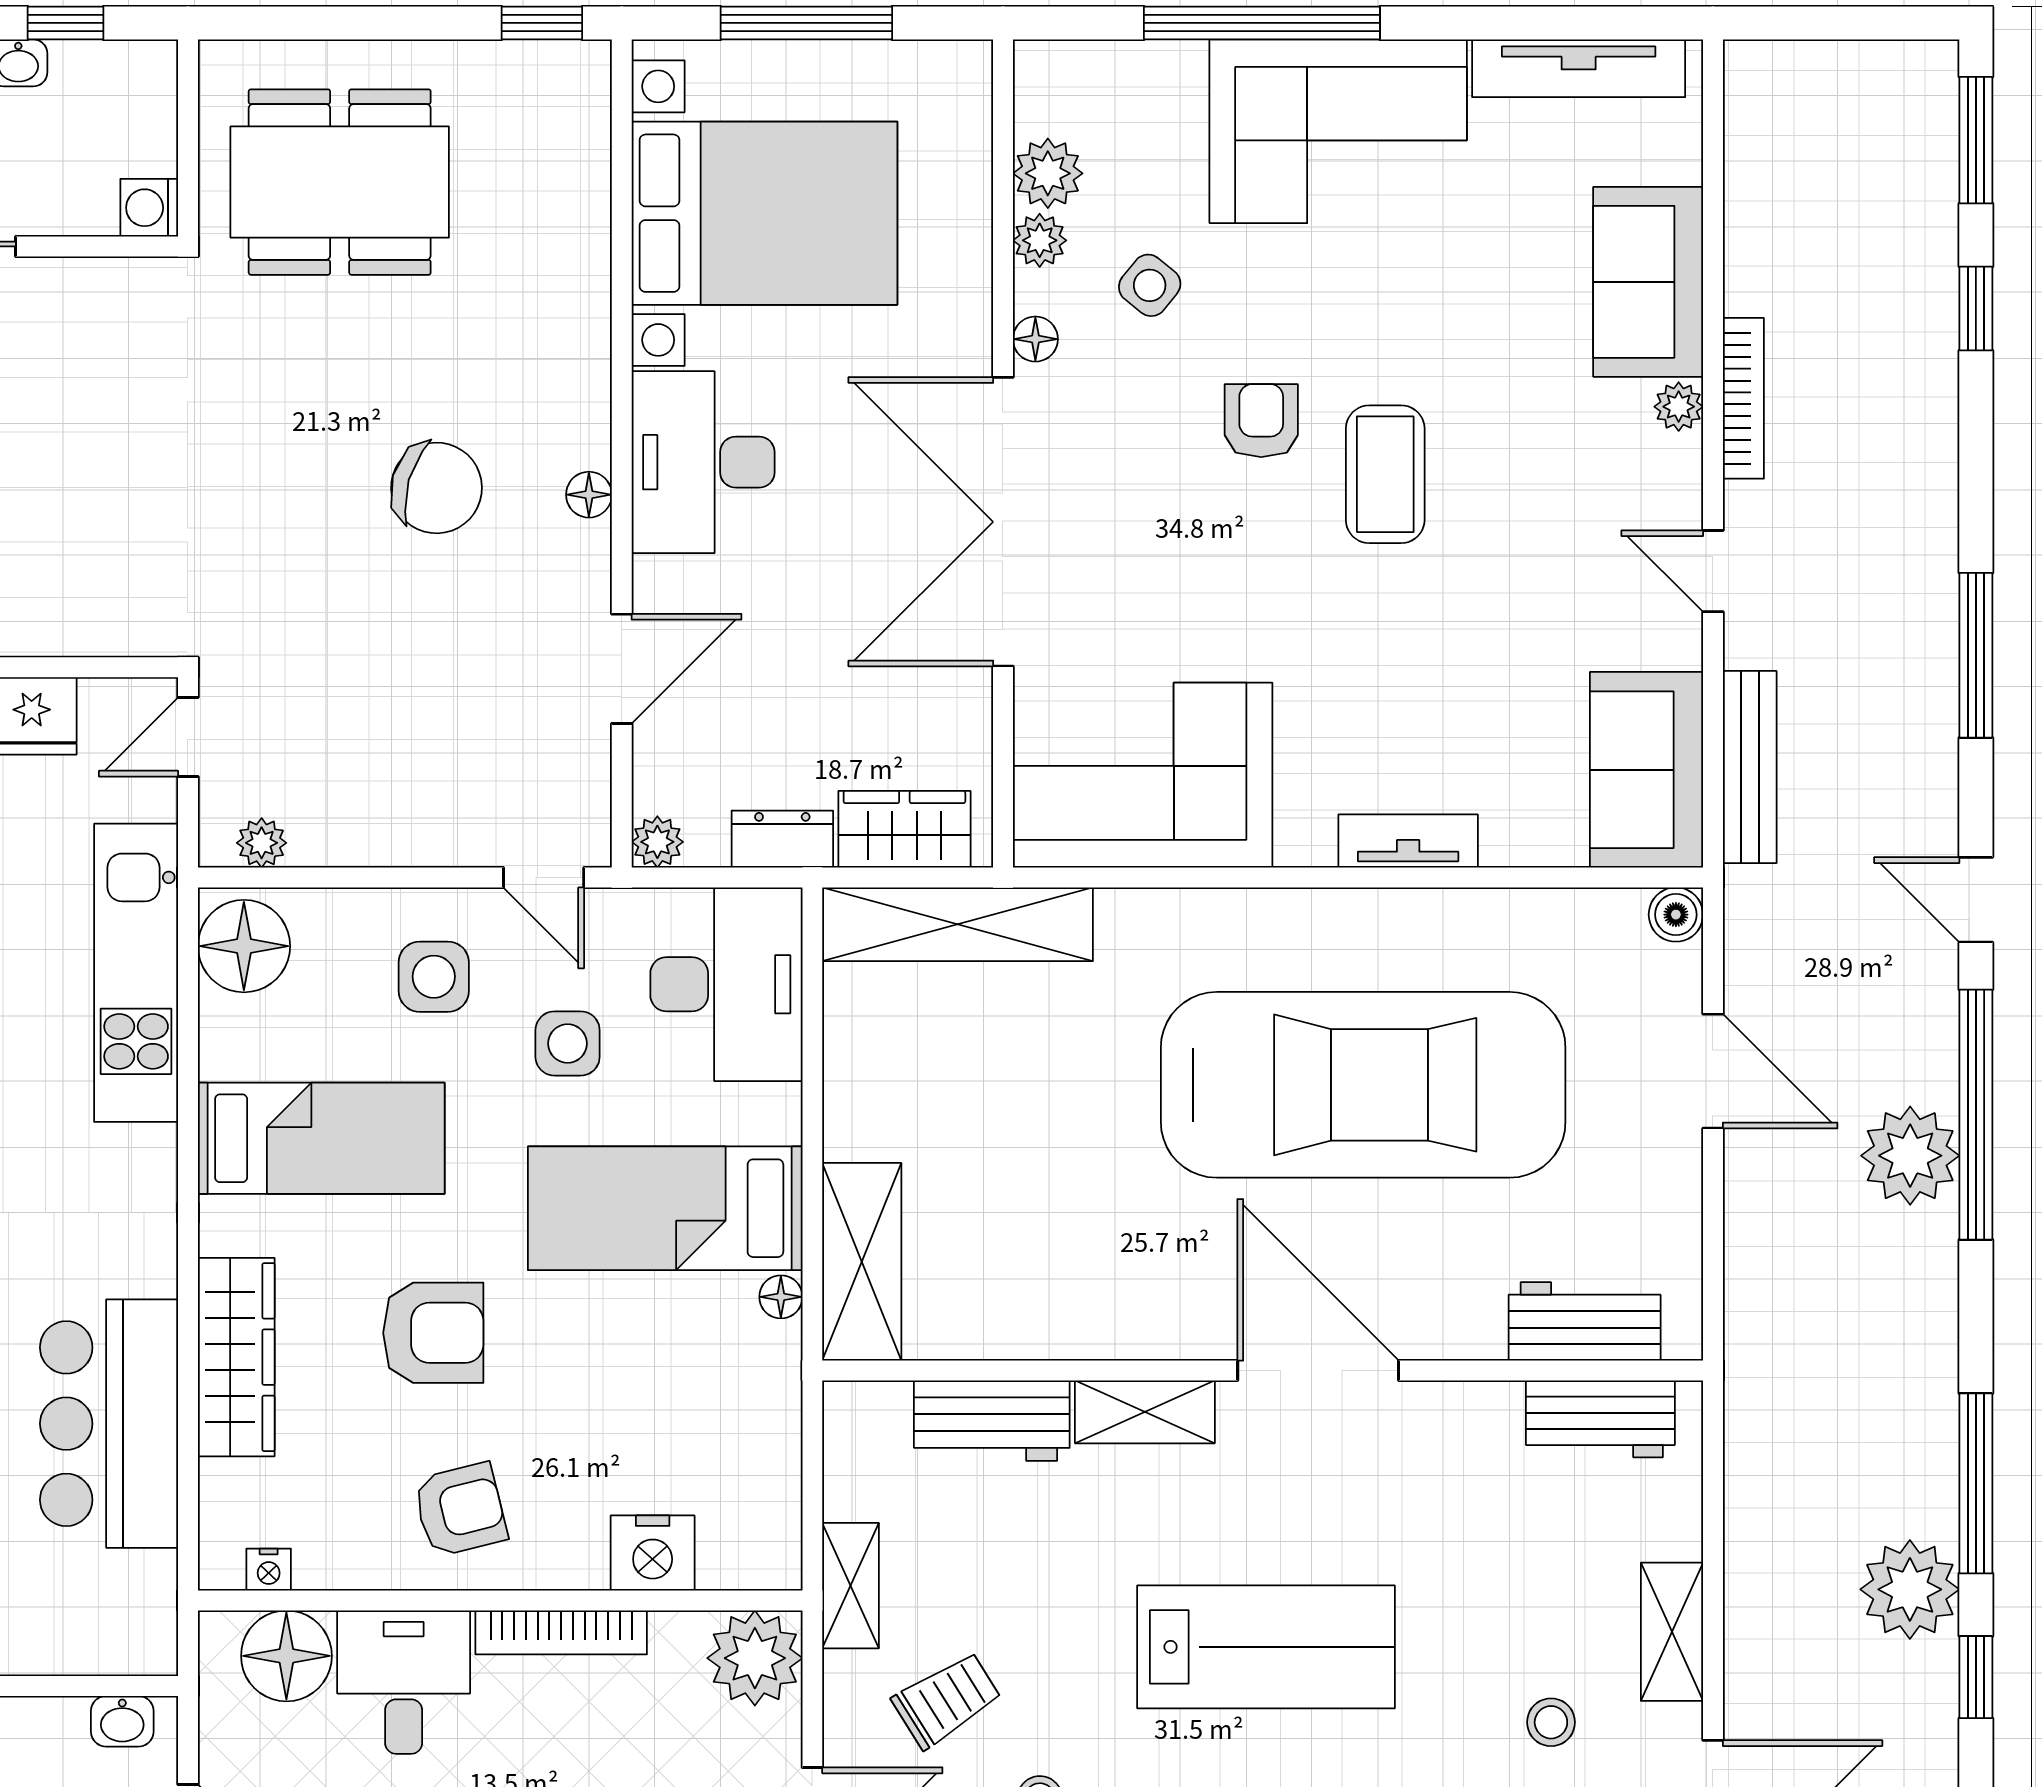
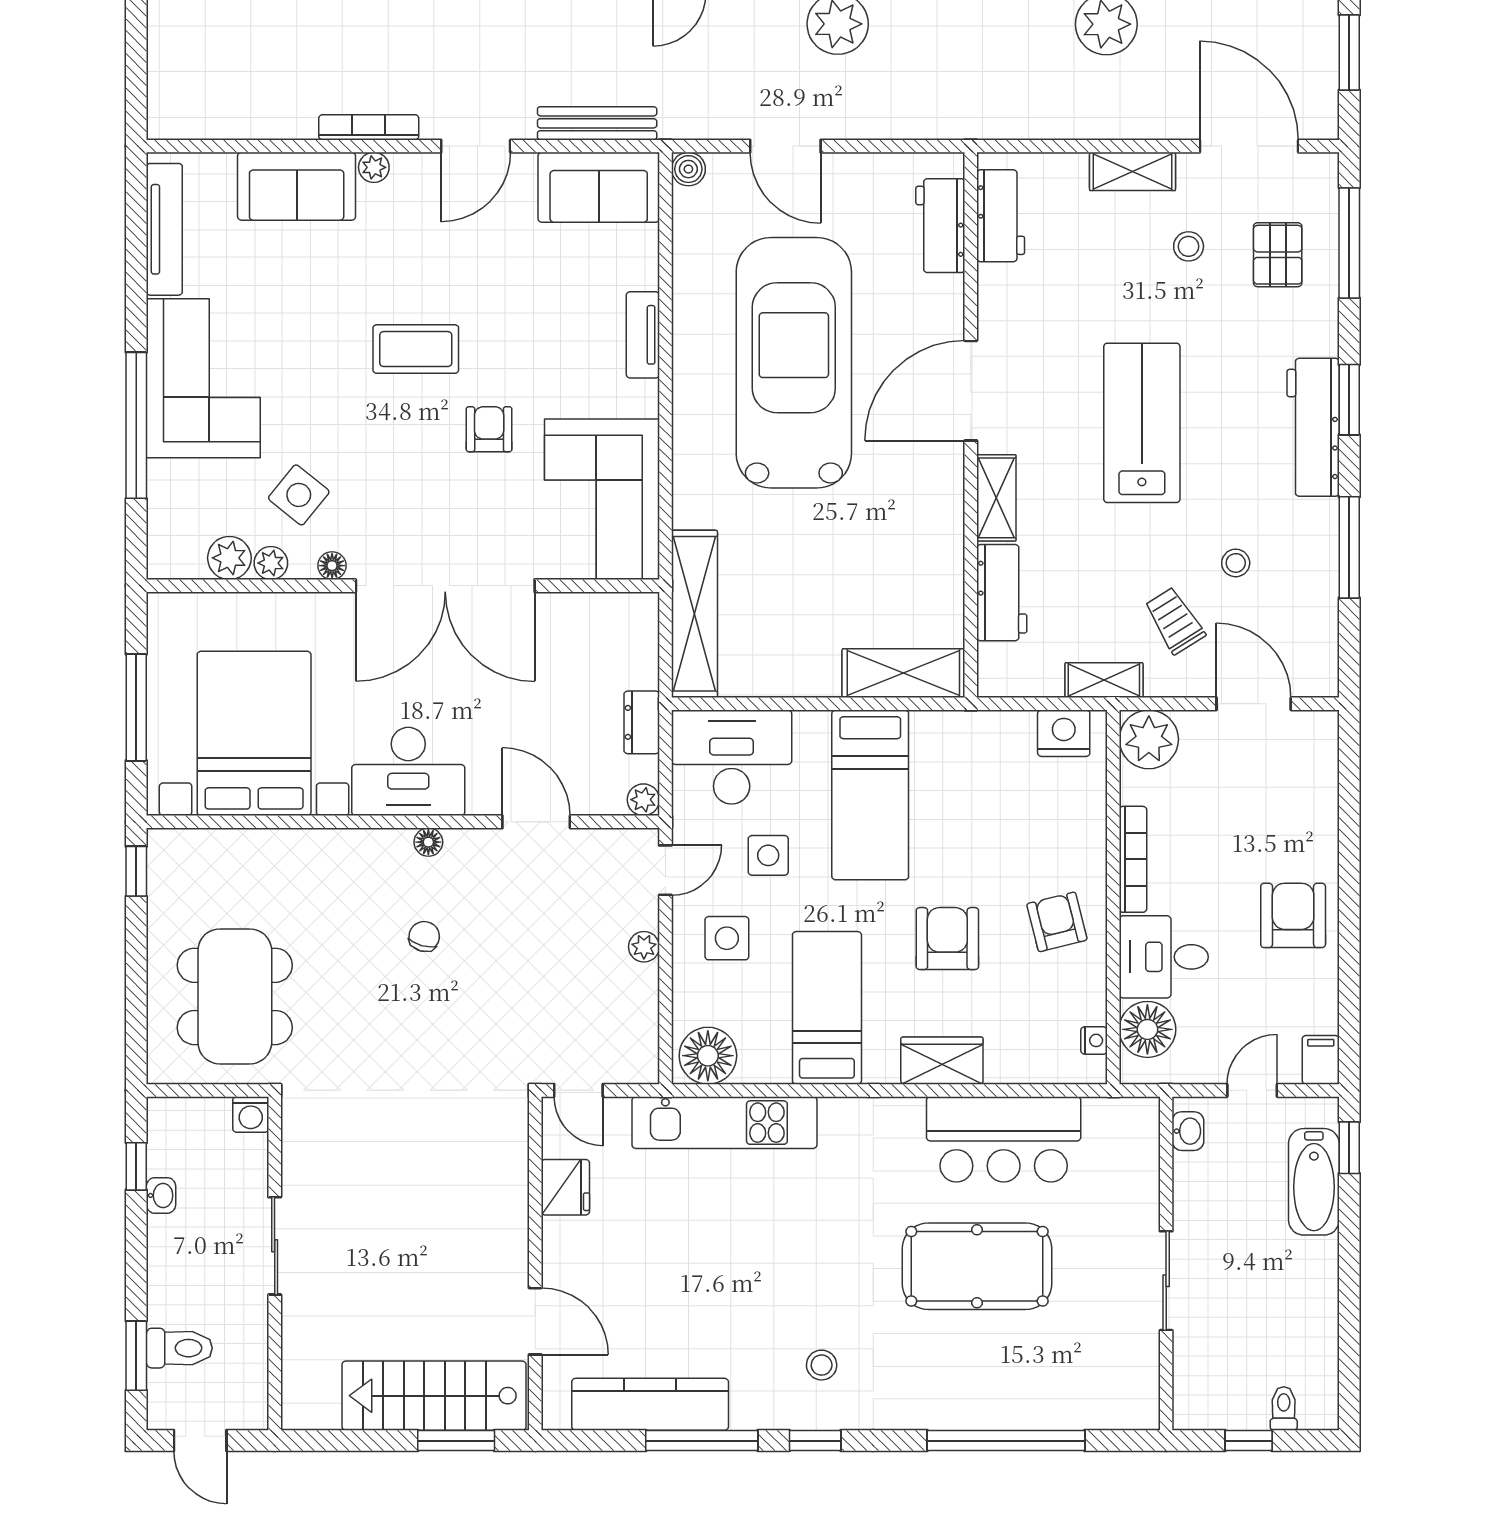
side table: (1150, 285) -> (299, 495), width x1.37, depth x1.37
armchair: (1261, 421) -> (489, 429), moved, turned 90
chair: (437, 488) -> (424, 936), width x0.54, depth x0.54
door: (1713, 571) -> (476, 146), width x1.38
wardrobe: (904, 829) -> (636, 647), removed
plant: (262, 843) -> (644, 947), moved
door: (1713, 1071) -> (785, 146), swing flipped
floor lamp: (781, 1297) -> (925, 723), removed
wardrobe: (236, 1357) -> (942, 1061), width x0.67
nightstand: (653, 1553) -> (1064, 733), moved, turned -90

